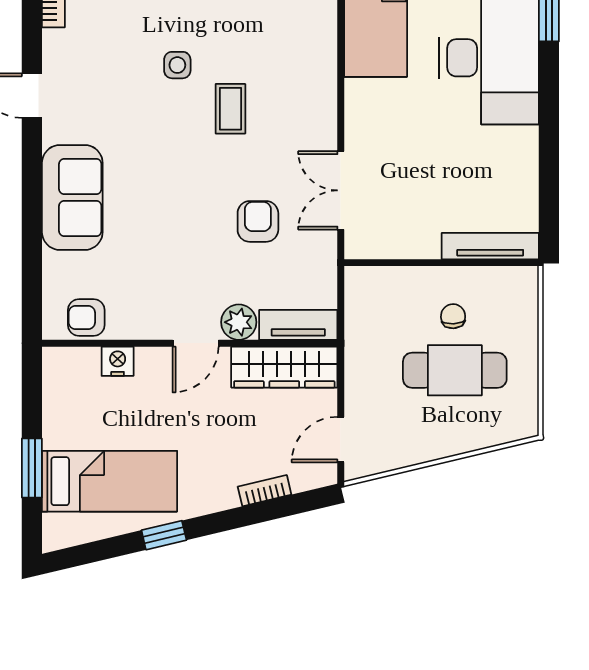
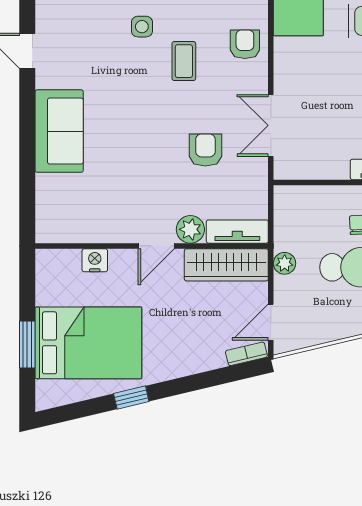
armchair: (86, 317) -> (245, 44), moved, turned 90
plant: (358, 365) -> (285, 263), added
bed: (110, 481) -> (88, 343), width x1.50
bookcase: (265, 491) -> (246, 354), moved

